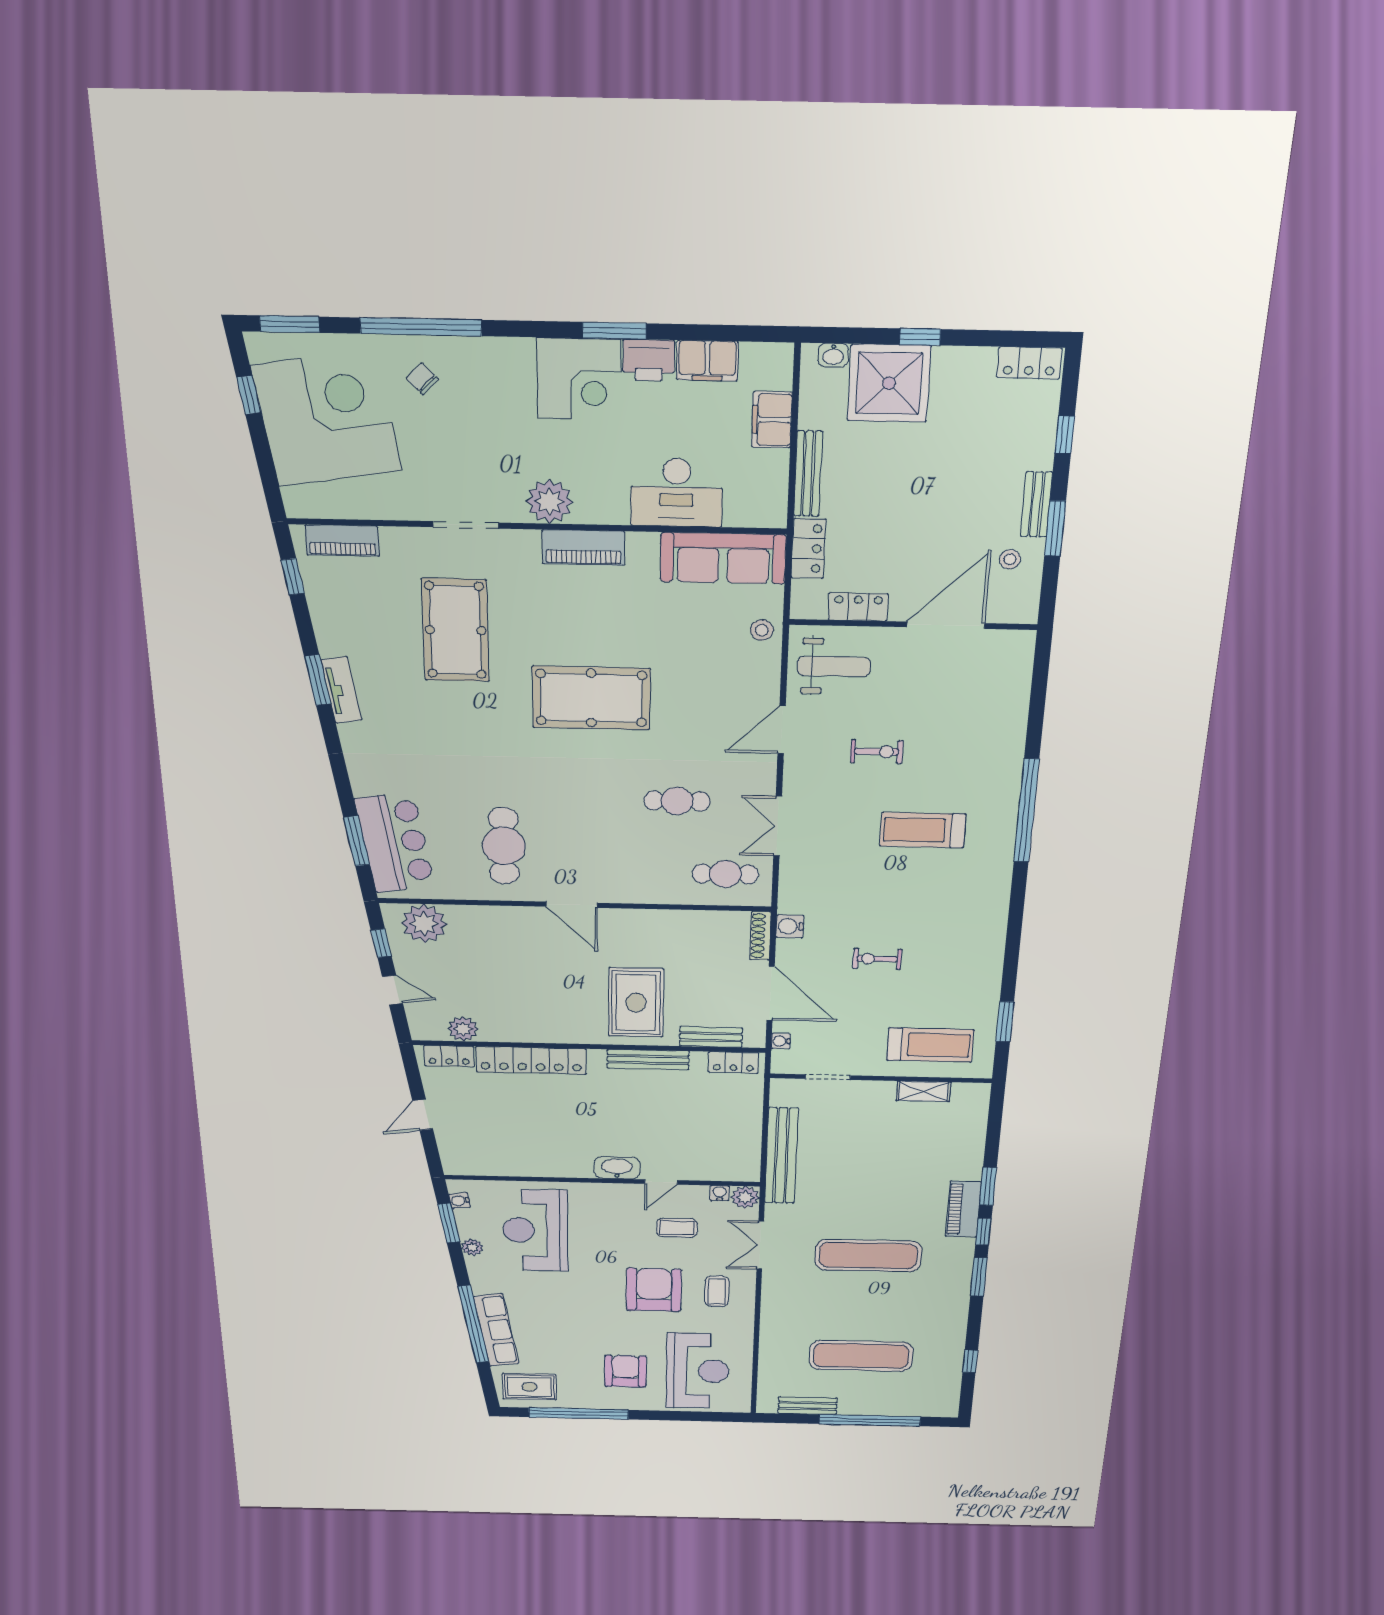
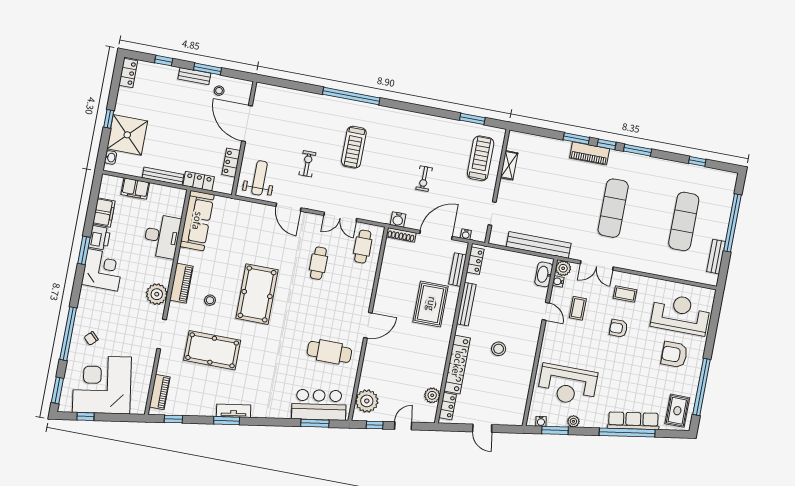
stool: (762, 630) -> (210, 300), moved
rug: (636, 1003) -> (431, 304), turned 90
stool: (576, 1120) -> (499, 349), added
washbasin: (617, 1168) -> (544, 274), moved
armchair: (654, 1290) -> (619, 328), width x0.53, depth x0.53

